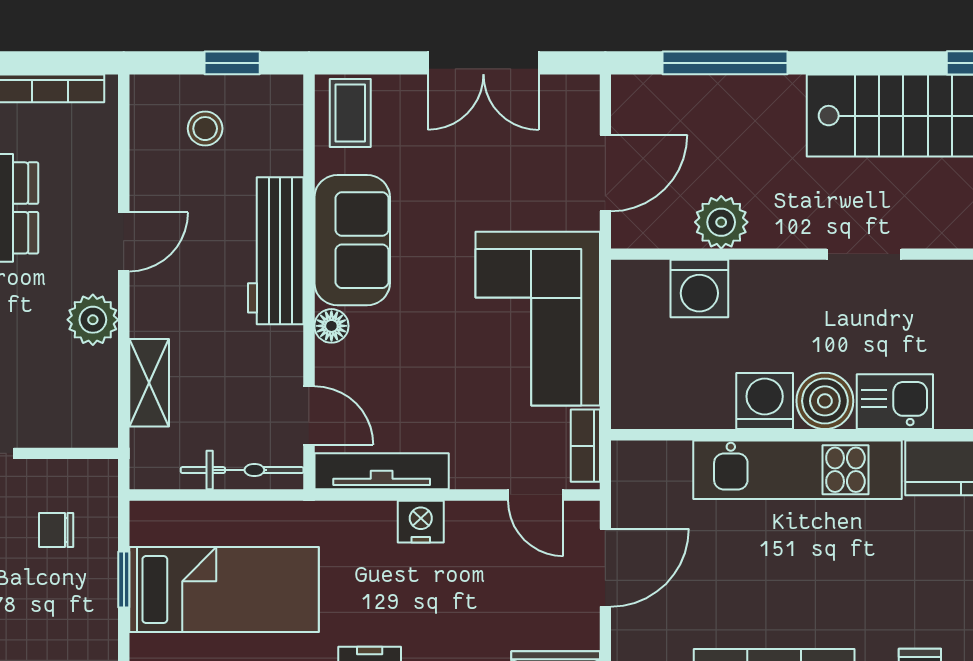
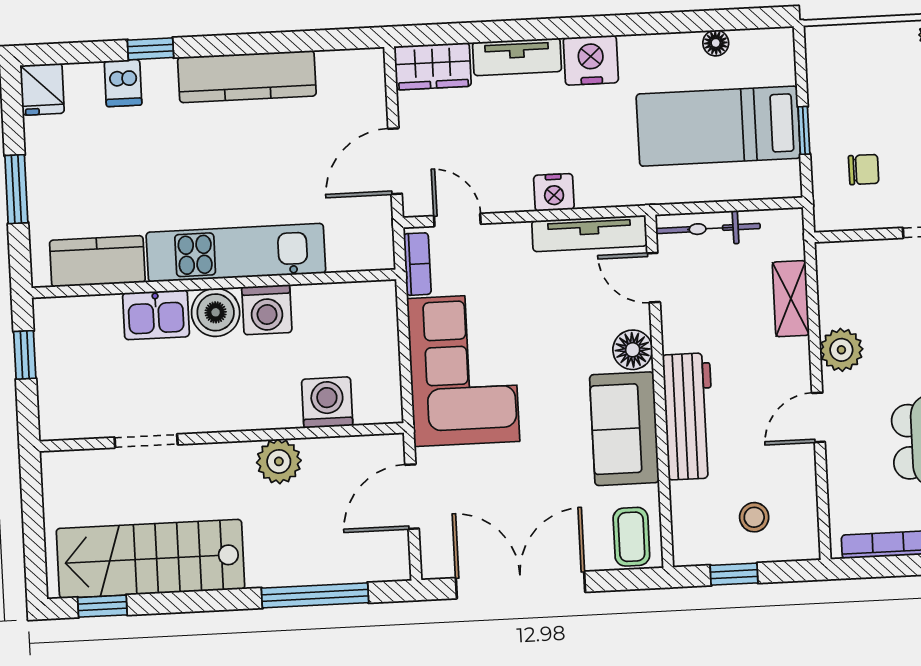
double door: (483, 63) -> (520, 585), width x1.37
plant: (721, 222) -> (279, 461), moved
doorway: (864, 254) -> (146, 441), moved
floor lamp: (331, 326) -> (633, 350), width x1.37, depth x1.37

